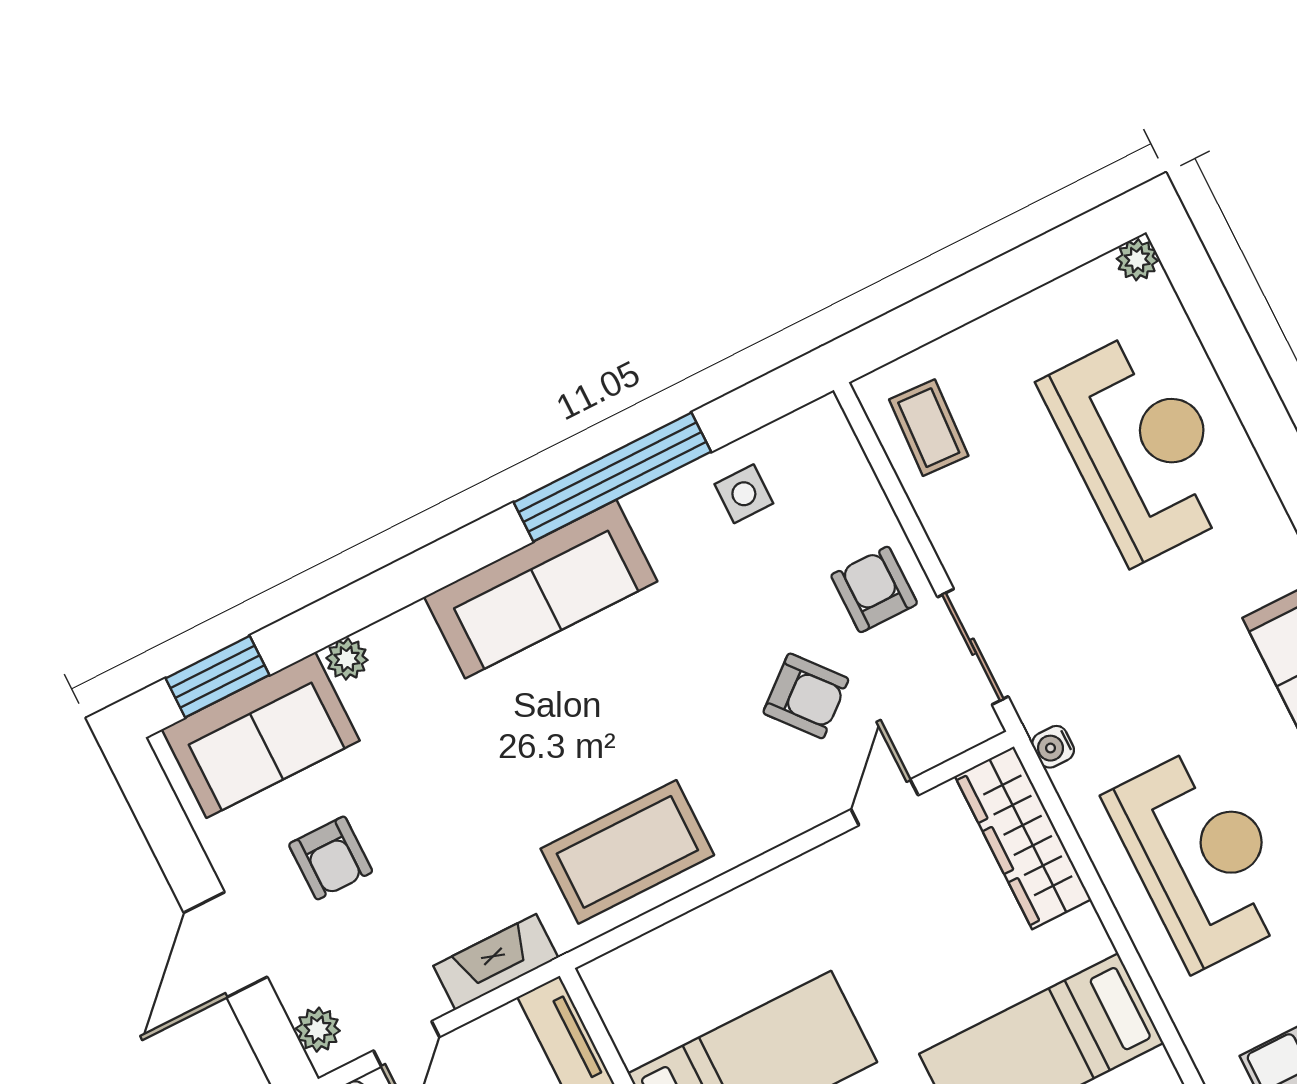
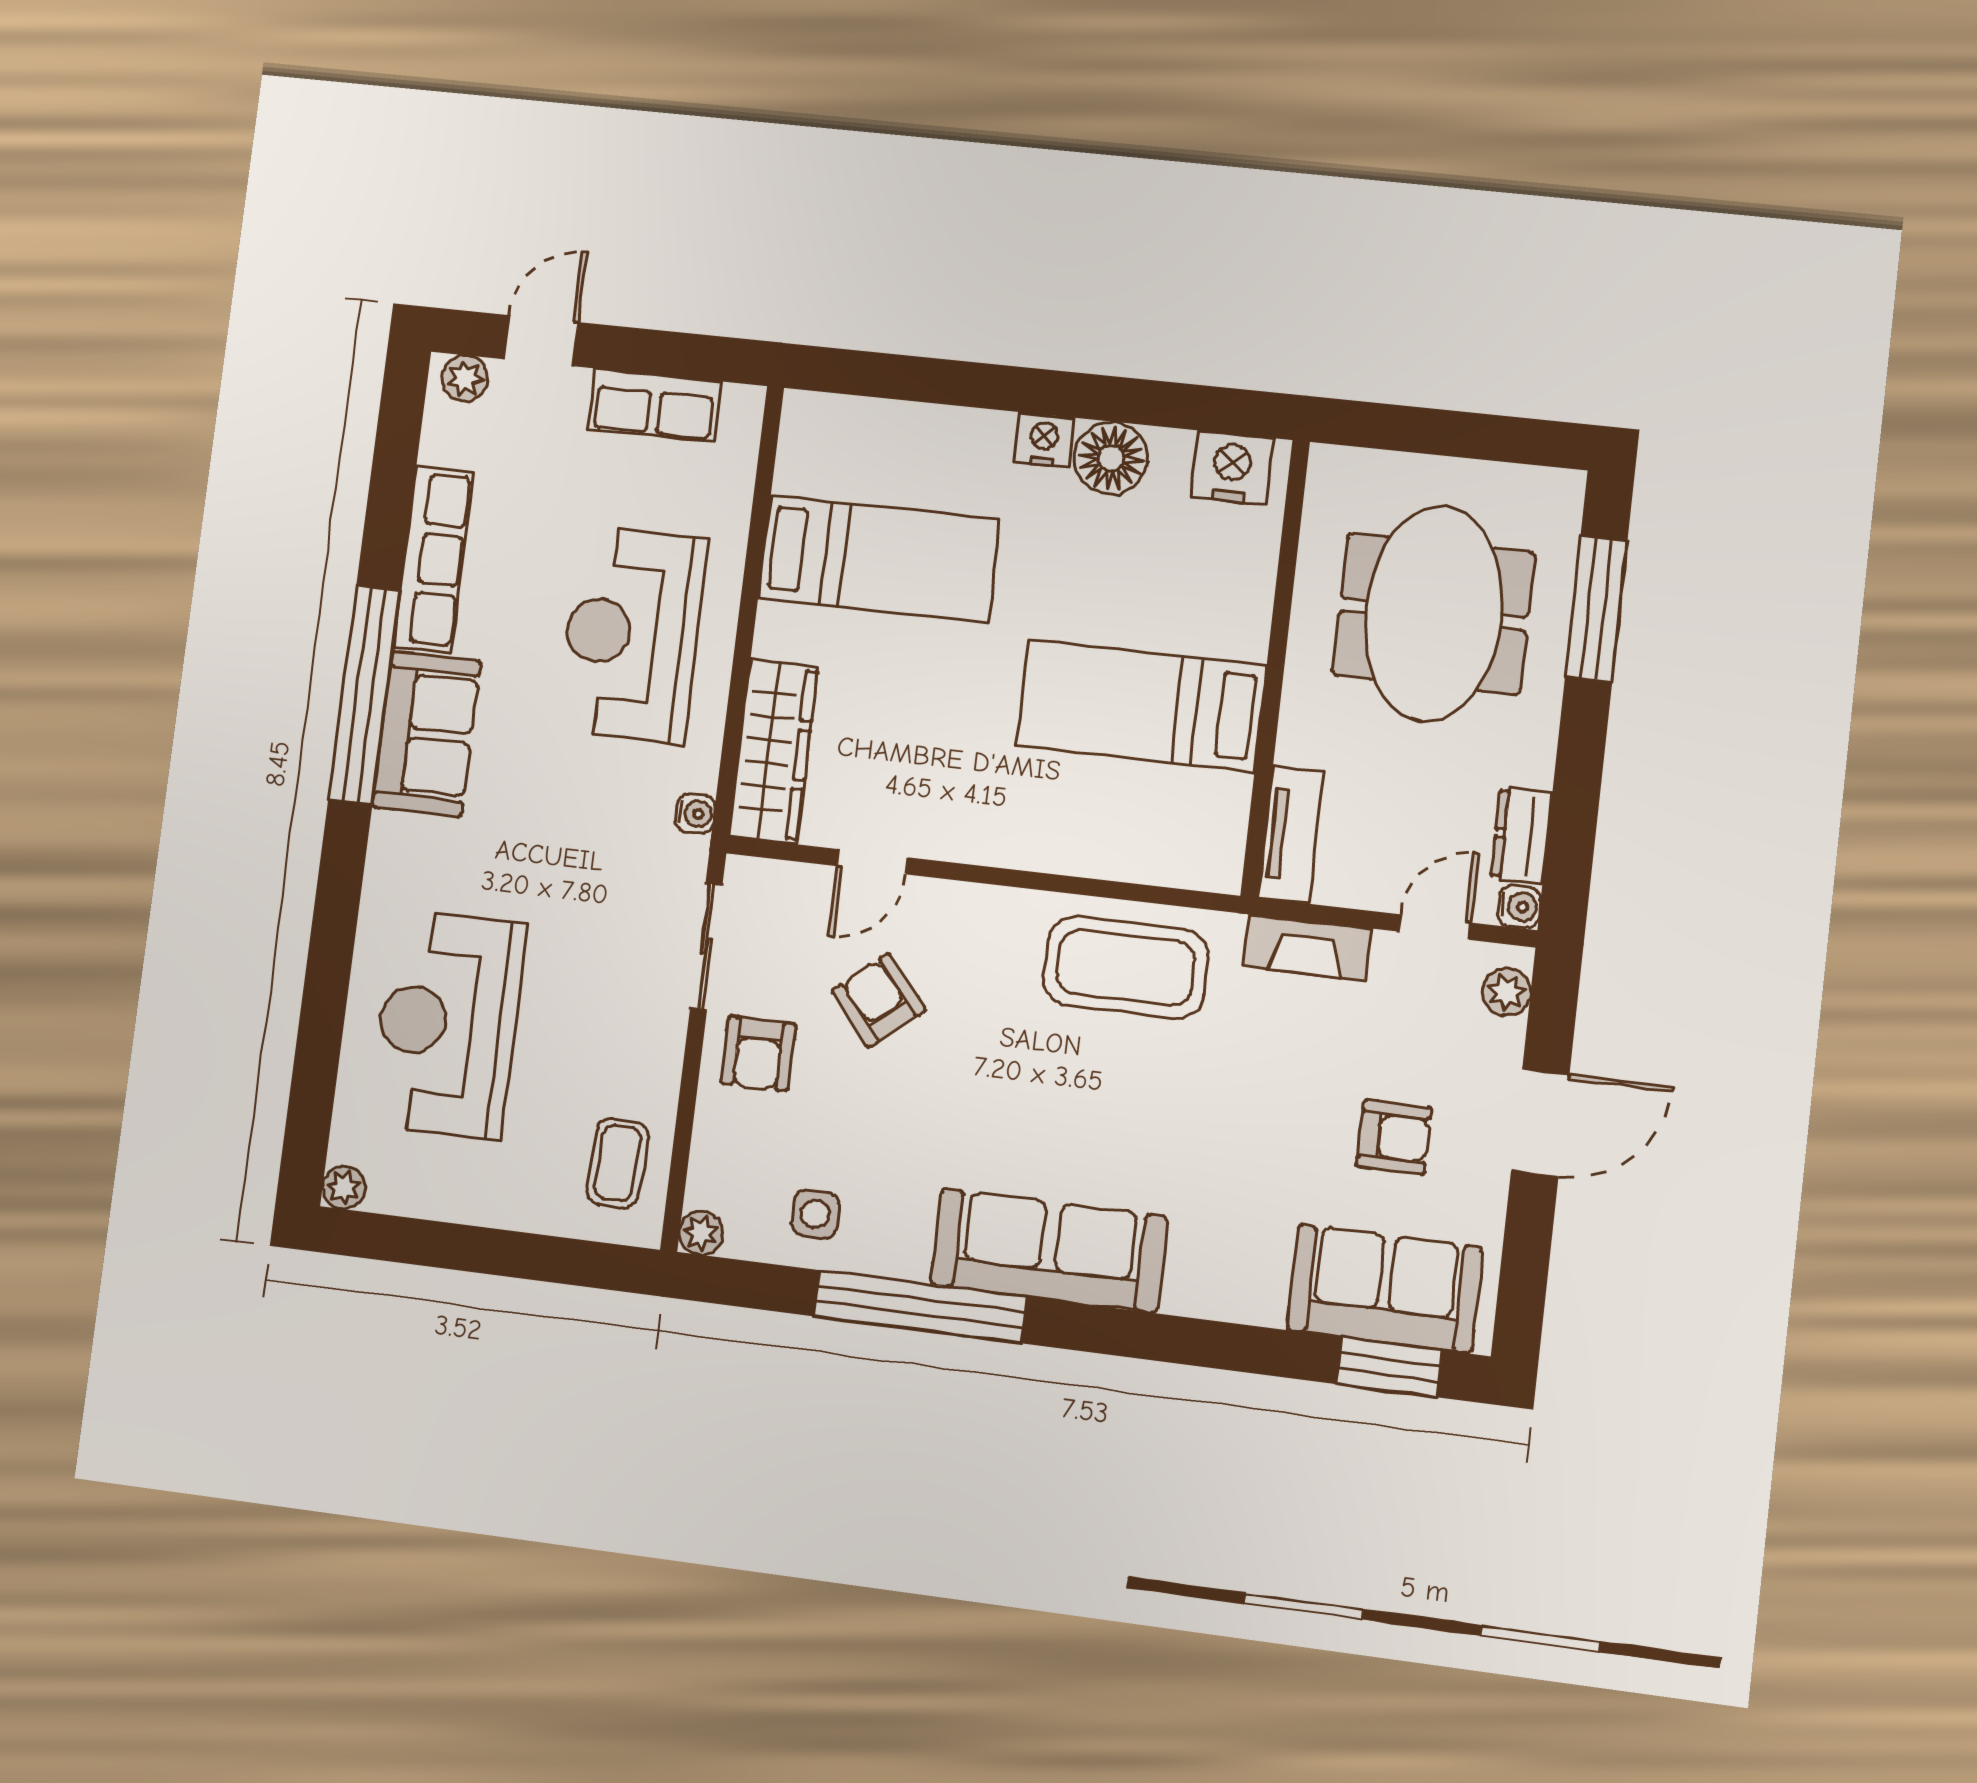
plant: (347, 659) -> (701, 1233), moved
armchair: (331, 858) -> (1394, 1137), turned 90

